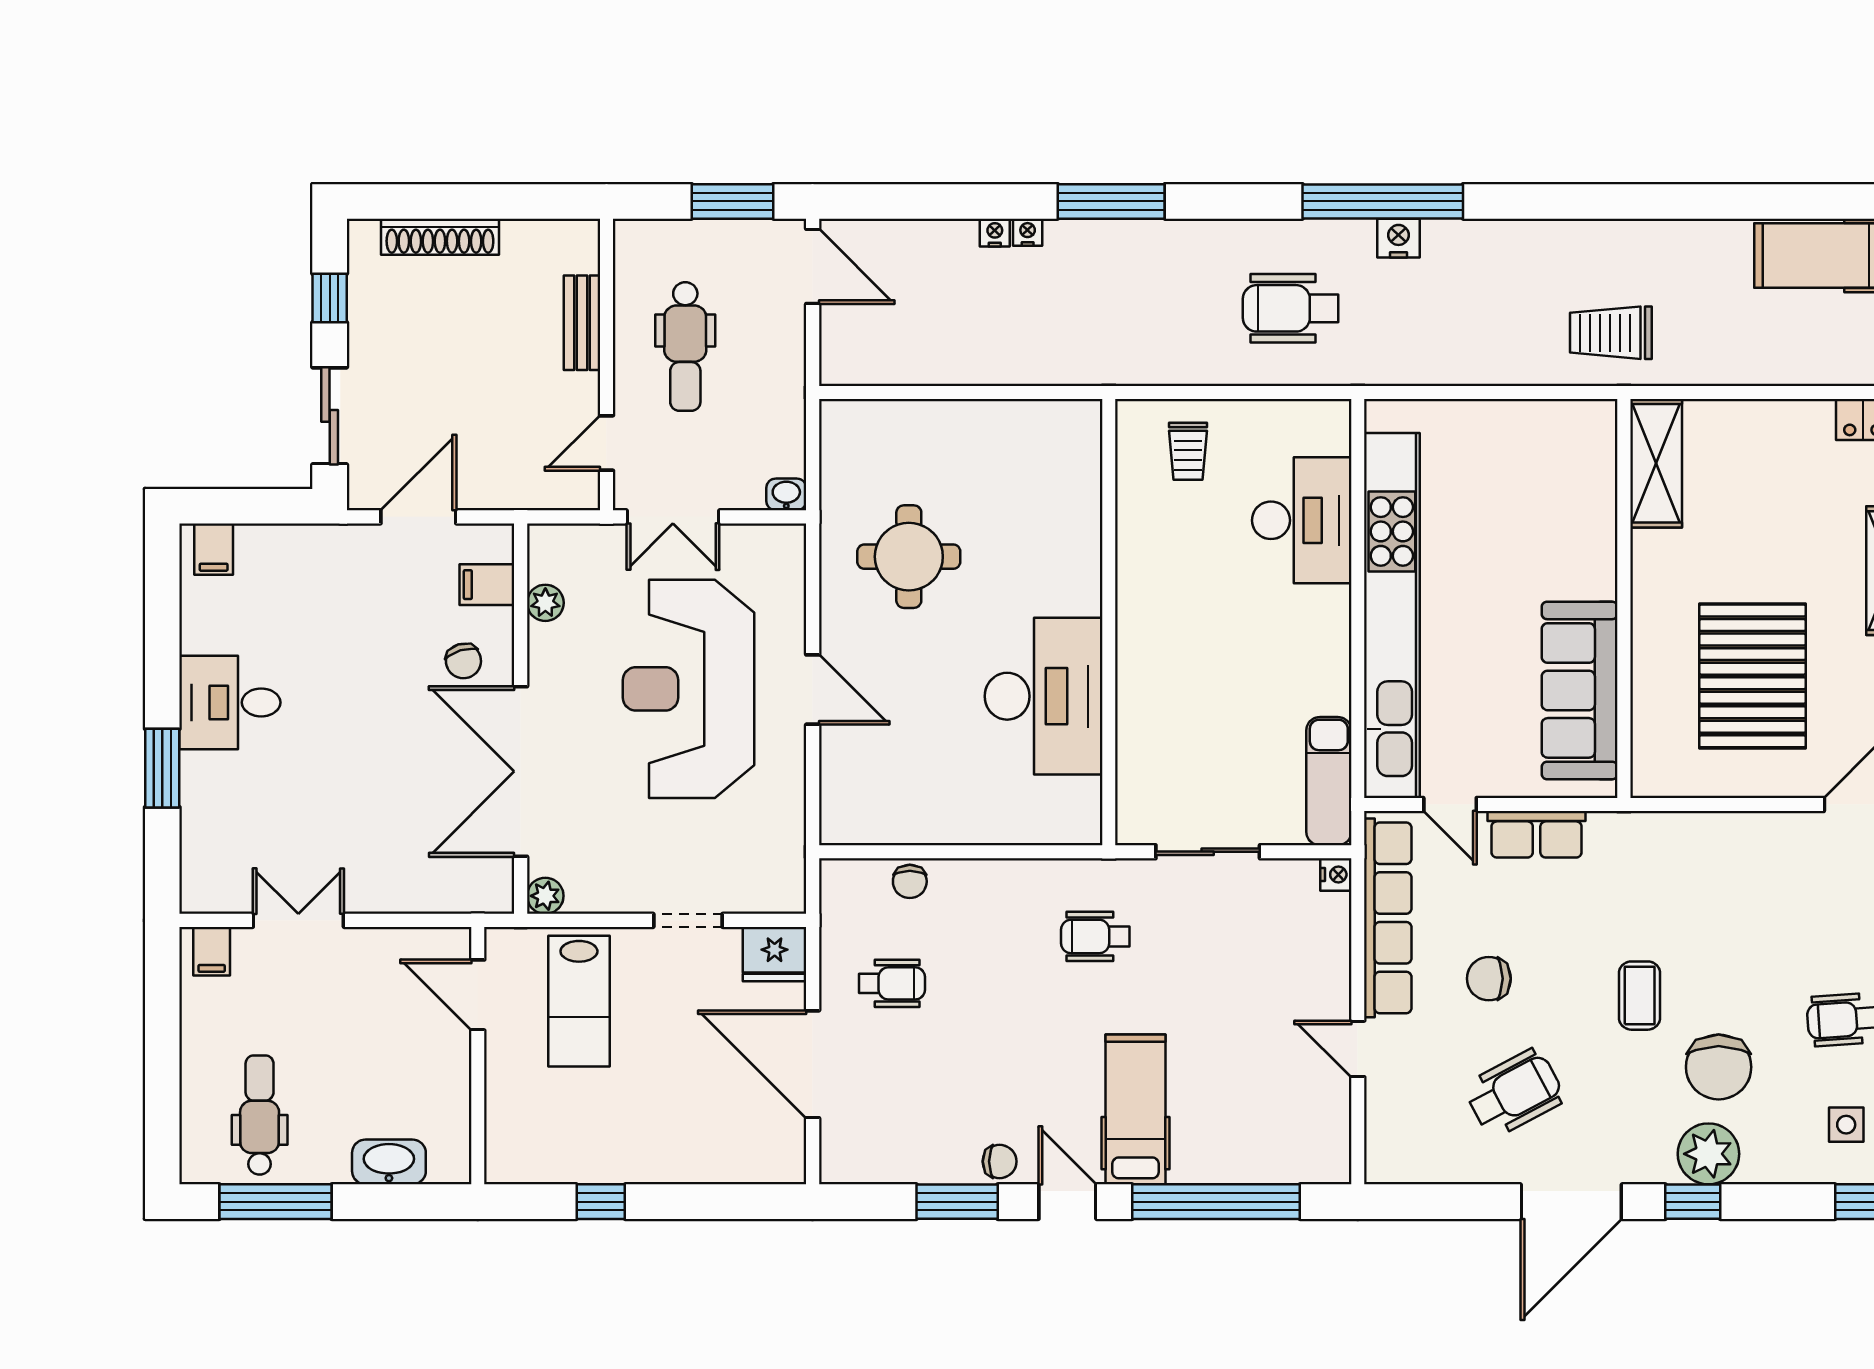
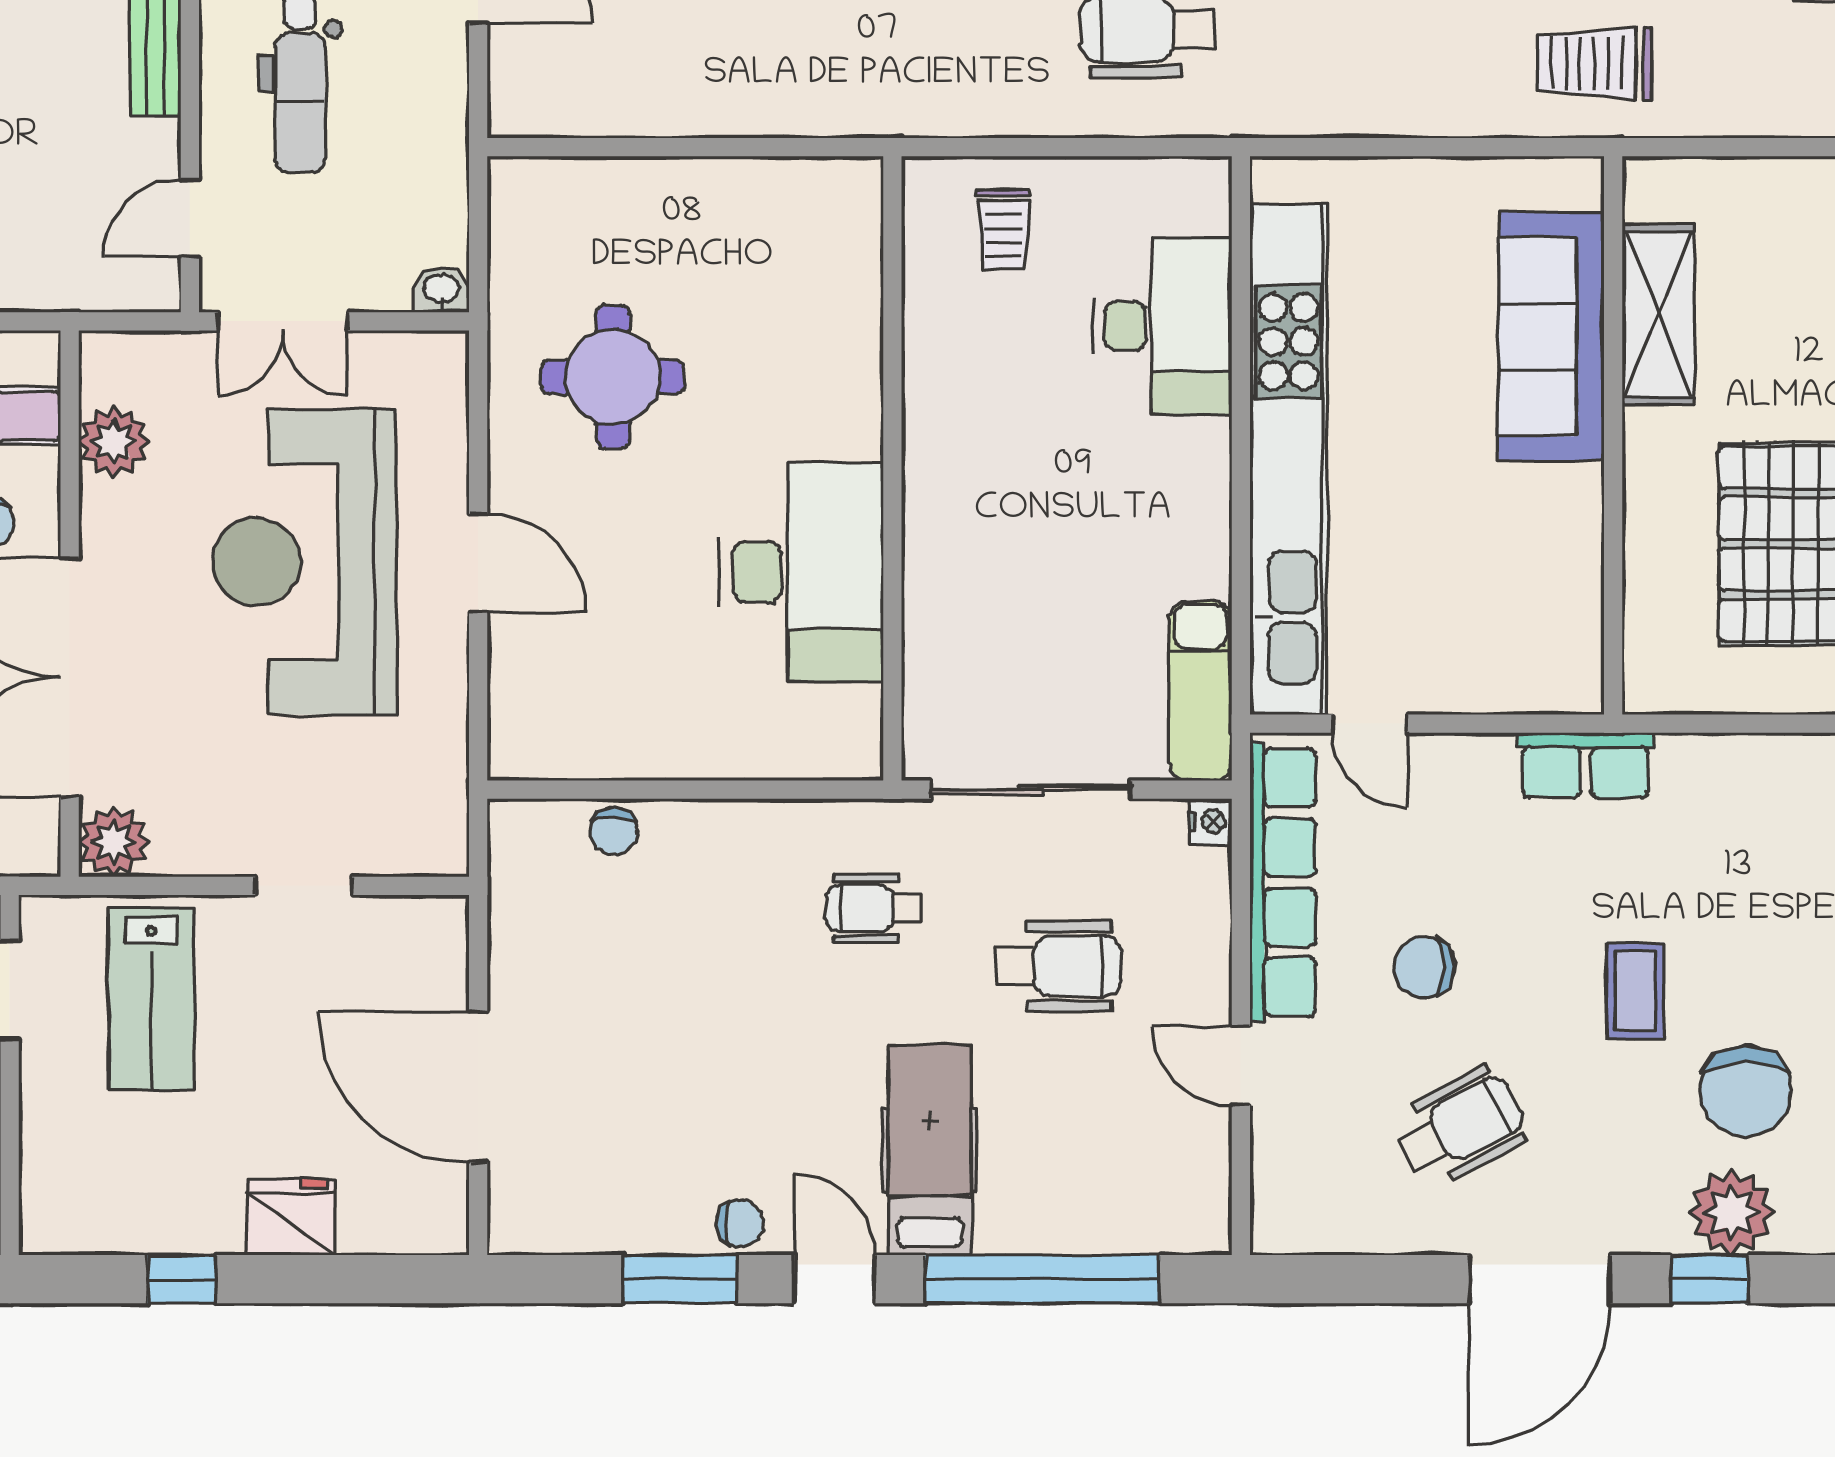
shelving: (1656, 463) -> (1658, 314), moved
plant: (545, 603) -> (114, 441), width x1.38, depth x1.38
sofa: (1580, 690) -> (1551, 337), moved
row of seats: (1537, 834) -> (1586, 765), moved
sliding door: (1208, 852) -> (1031, 790), width x1.37
plant: (545, 896) -> (114, 842), width x1.38, depth x1.38
fridge: (775, 954) -> (291, 1217), moved, turned 180
wheelchair: (892, 983) -> (1059, 966), moved, width x1.36, depth x1.37

